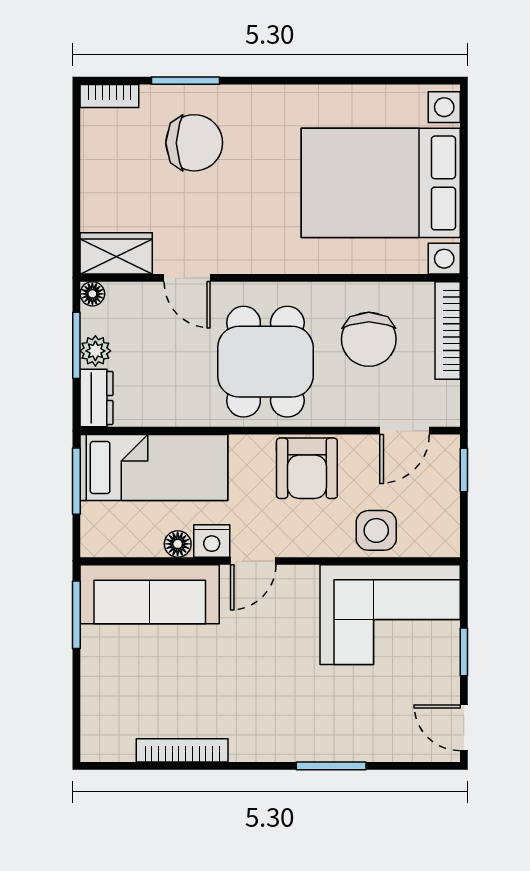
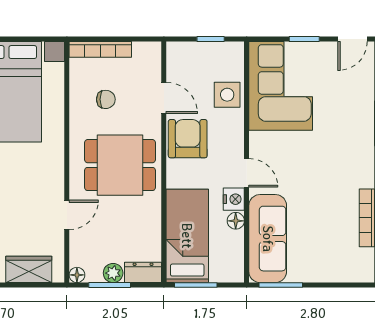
wardrobe: (116, 253) -> (29, 269), moved, turned 90
chair: (369, 339) -> (106, 99), width x0.54, depth x0.54
door: (405, 431) -> (164, 98), moved
armchair: (307, 468) -> (188, 139), turned -90
window: (464, 470) -> (211, 39), moved

